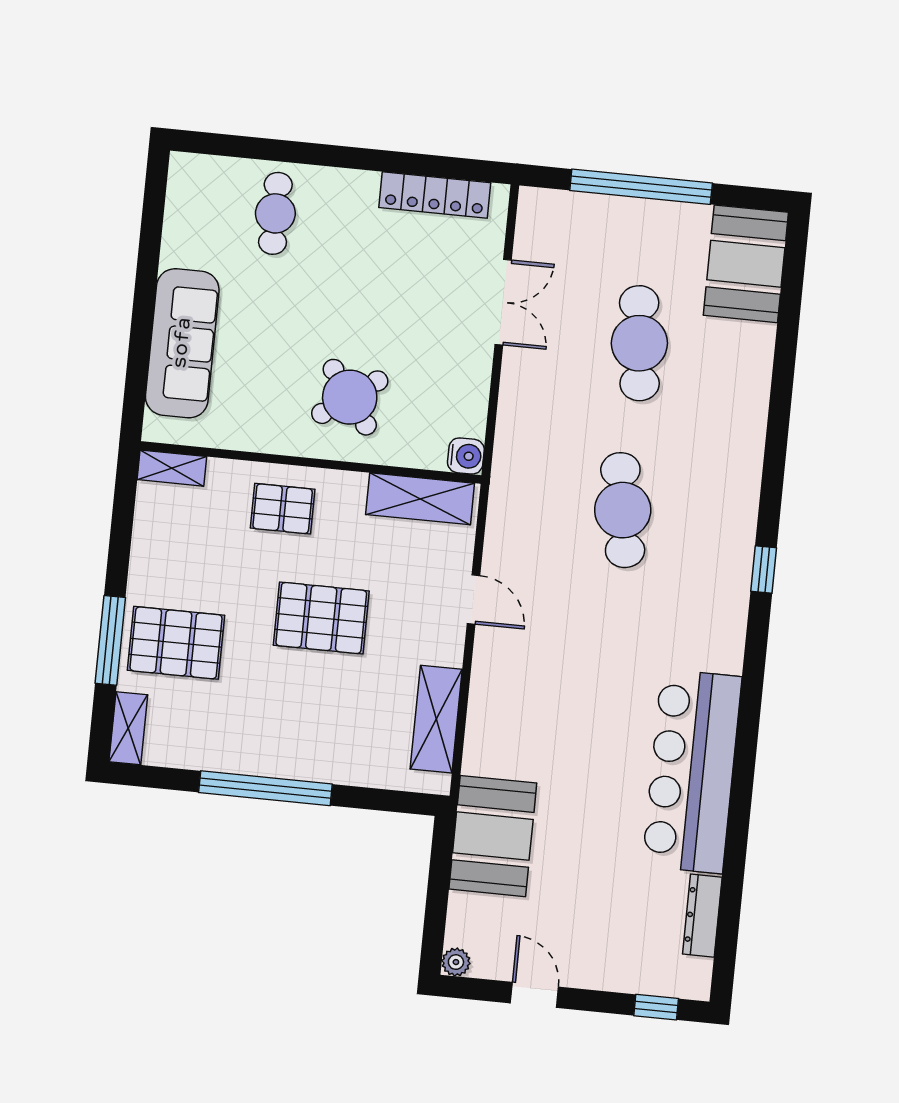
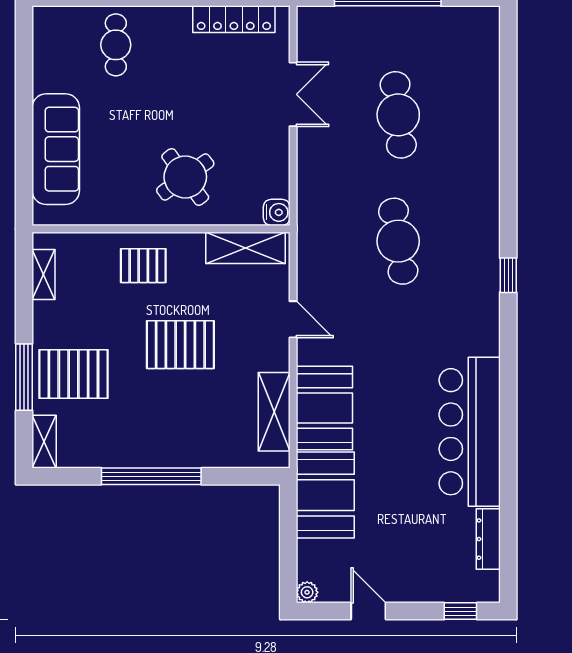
booth: (746, 264) -> (324, 408), moved
shelving: (172, 468) -> (43, 275), moved, turned 90

